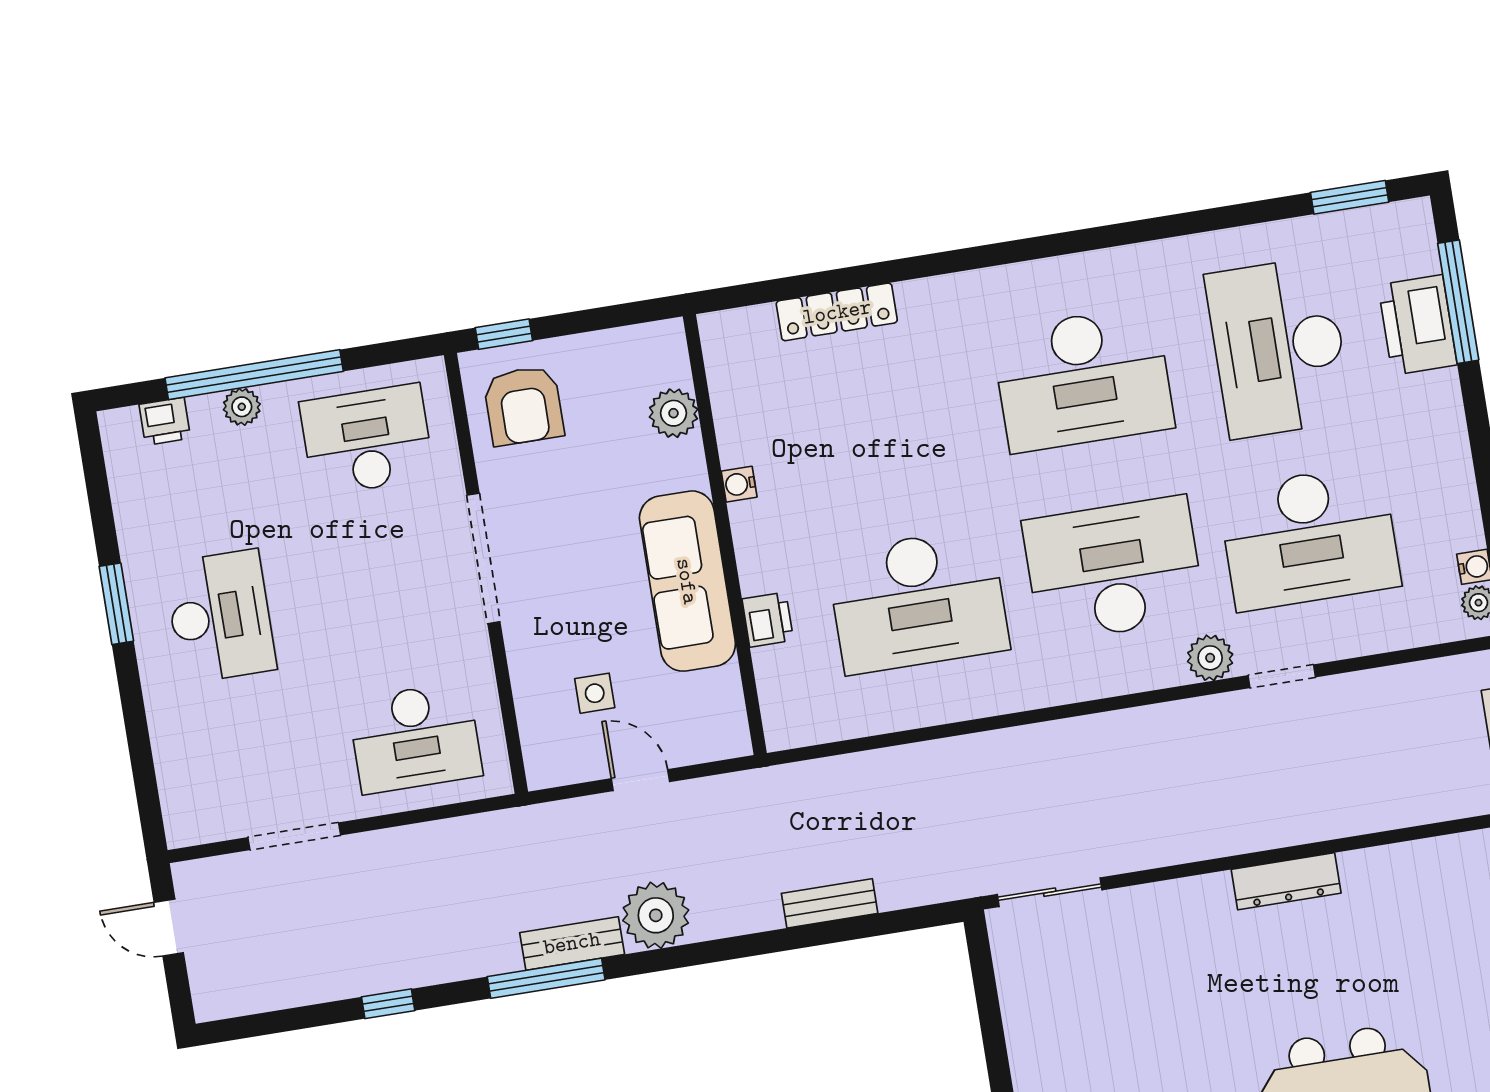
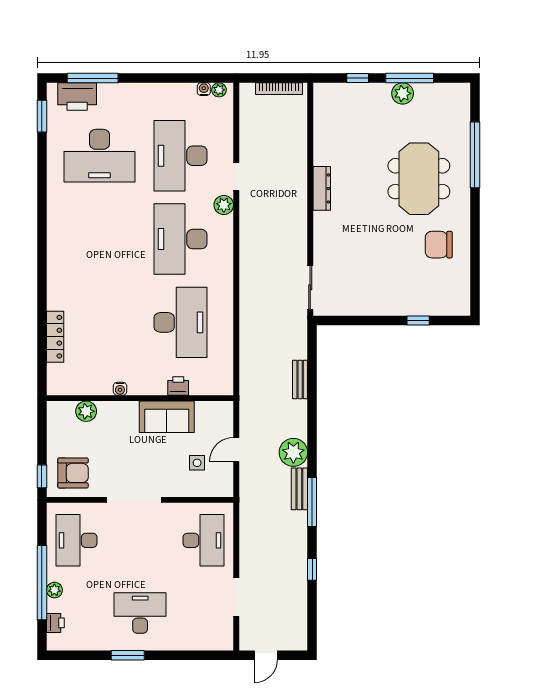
printer: (1418, 325) -> (77, 97), moved
desk: (1083, 379) -> (100, 239), removed
desk: (1309, 538) -> (181, 156), turned 180
sofa: (687, 581) -> (167, 417), width x0.73

